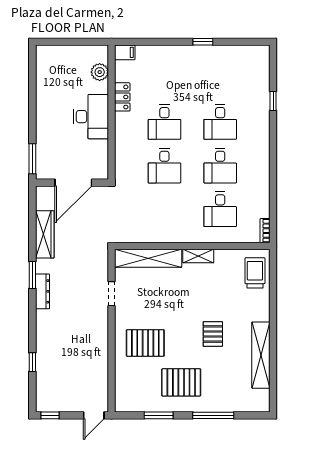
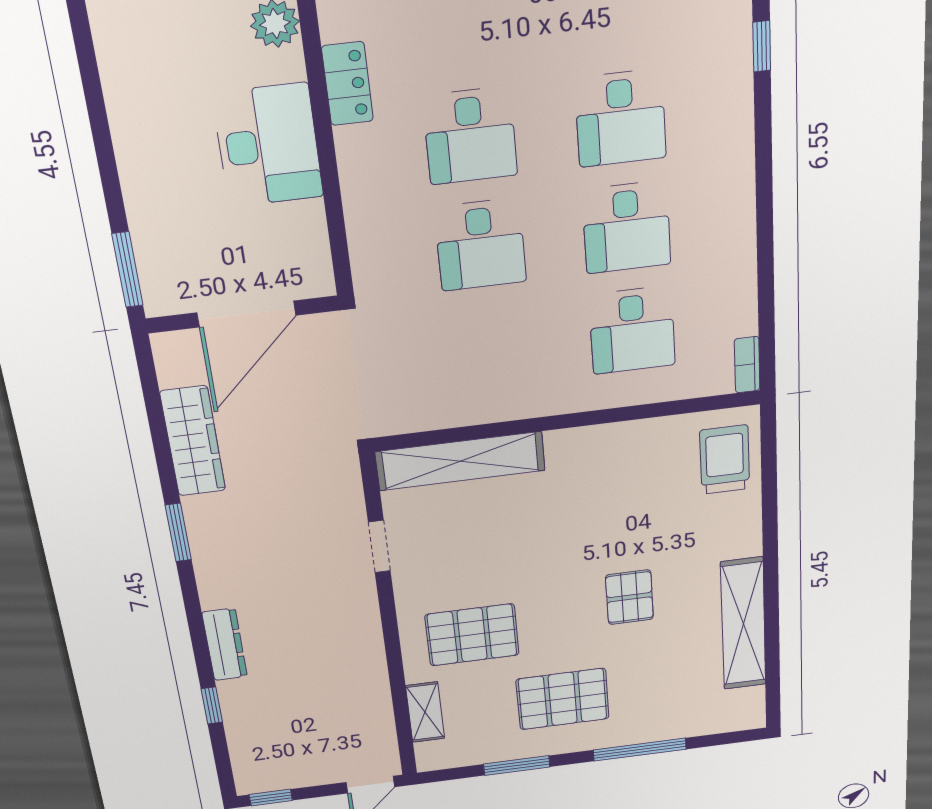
shelving: (198, 256) -> (425, 712), moved, turned 90
dresser: (42, 291) -> (225, 644), moved

